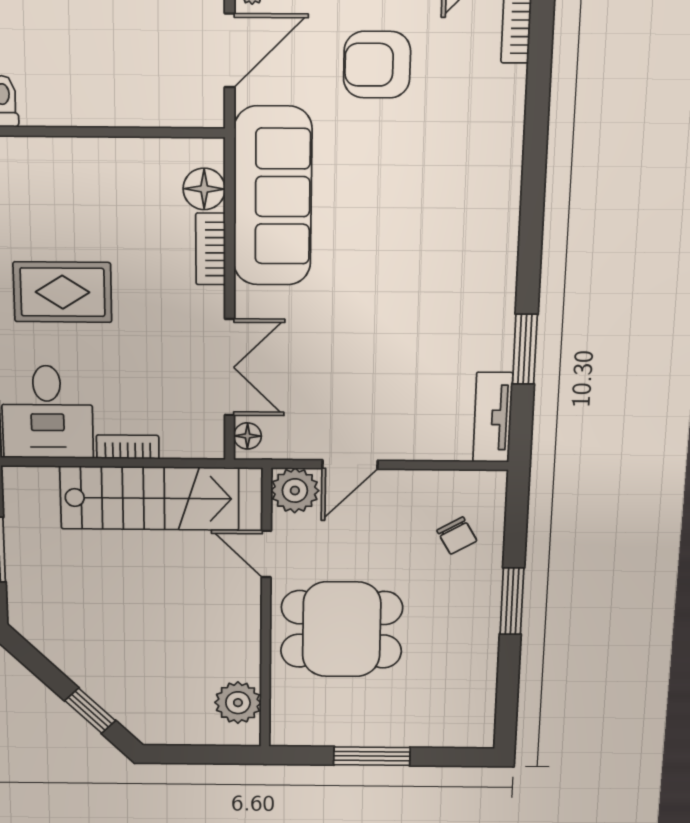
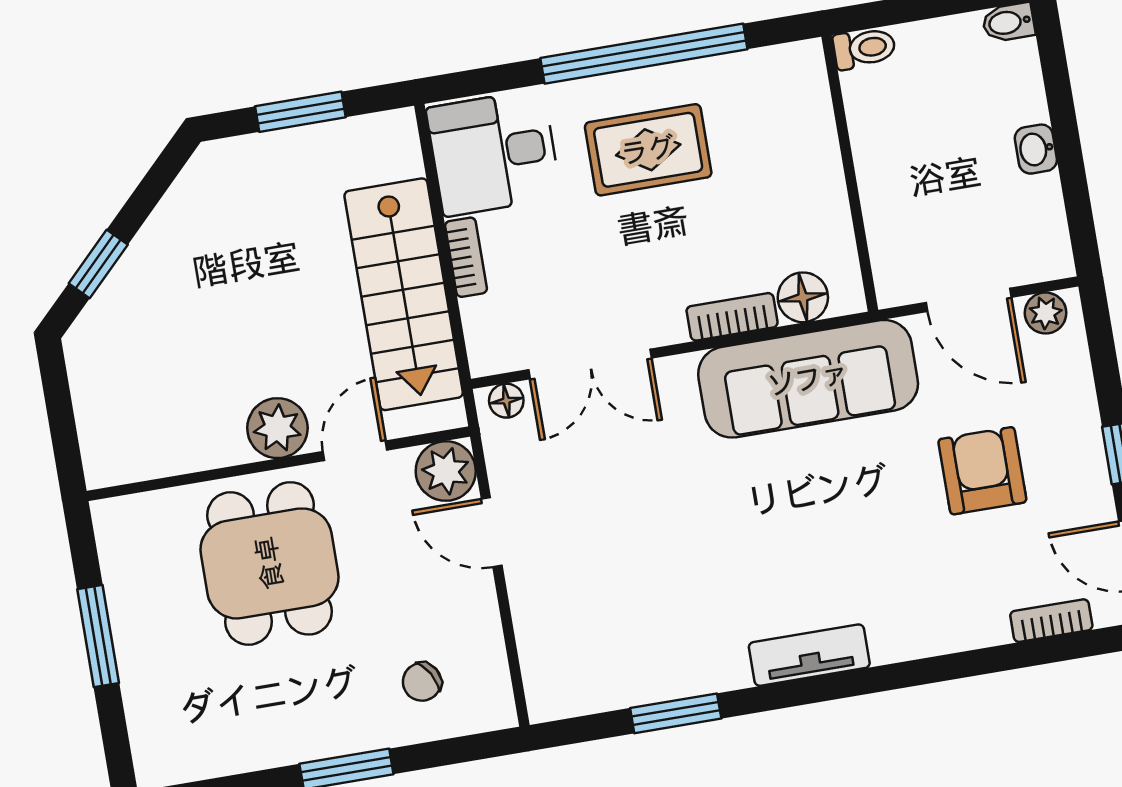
rug: (63, 292) -> (648, 150), turned 90
tv unit: (493, 417) -> (809, 655), moved
plant: (238, 703) -> (277, 428), moved

